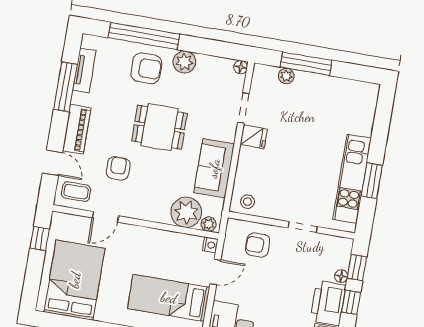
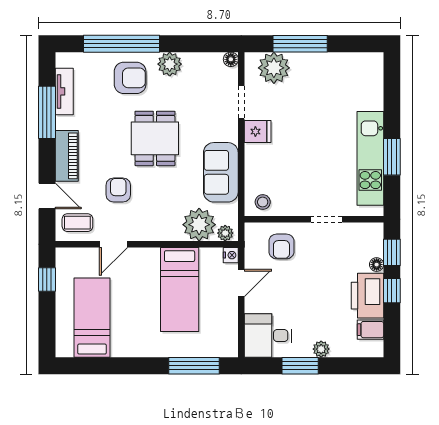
plant: (286, 76) -> (274, 68), width x1.88, depth x1.88
dining table: (159, 127) -> (155, 138), turned 90
armchair: (258, 245) -> (281, 246), turned -90
bed: (75, 280) -> (92, 318), width x0.67
bed: (169, 298) -> (180, 289), moved, turned -90

